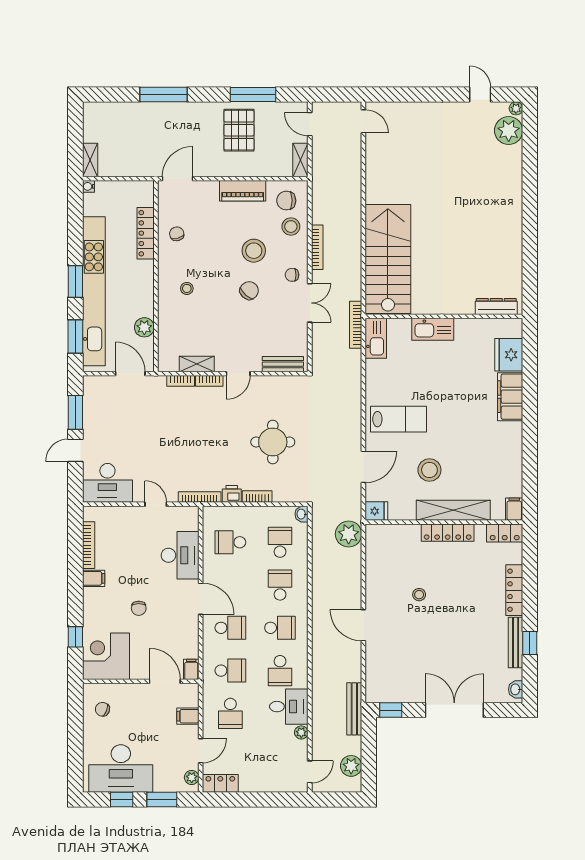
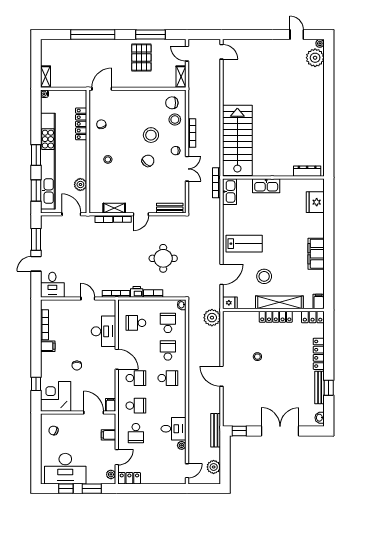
window: (163, 95) -> (93, 35), width x1.46
piano: (243, 191) -> (144, 97), removed
filing cabinet: (510, 397) -> (316, 254), moved
desk: (107, 483) -> (52, 285), width x0.73
school desk: (280, 671) -> (168, 406), removed

